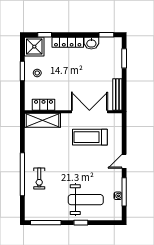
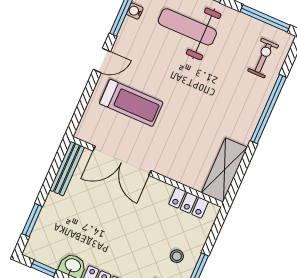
shelving: (43, 120) -> (224, 170), moved, turned 90
treadmill: (90, 137) -> (131, 103), moved
exercise bike: (39, 178) -> (263, 58), moved

